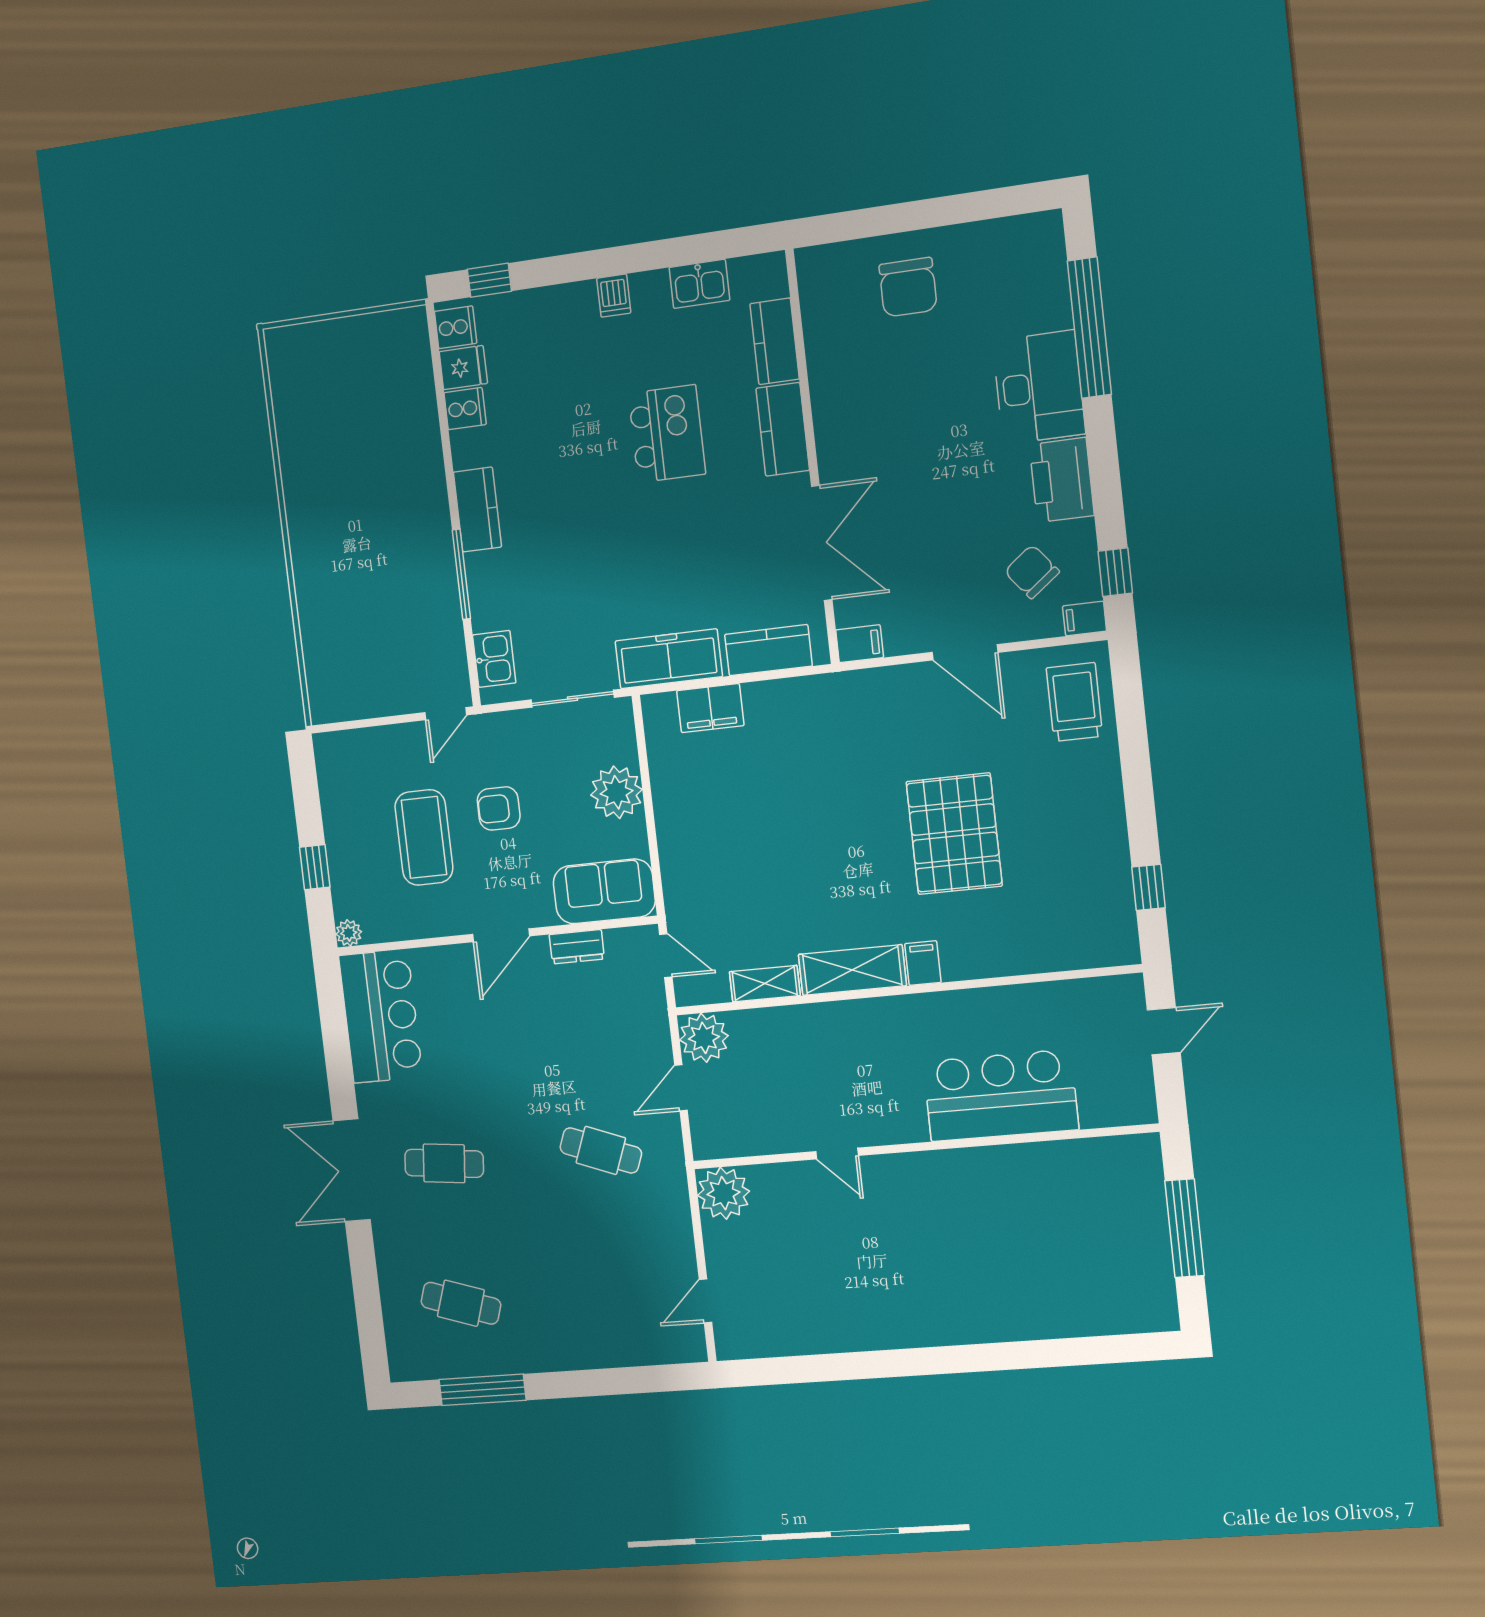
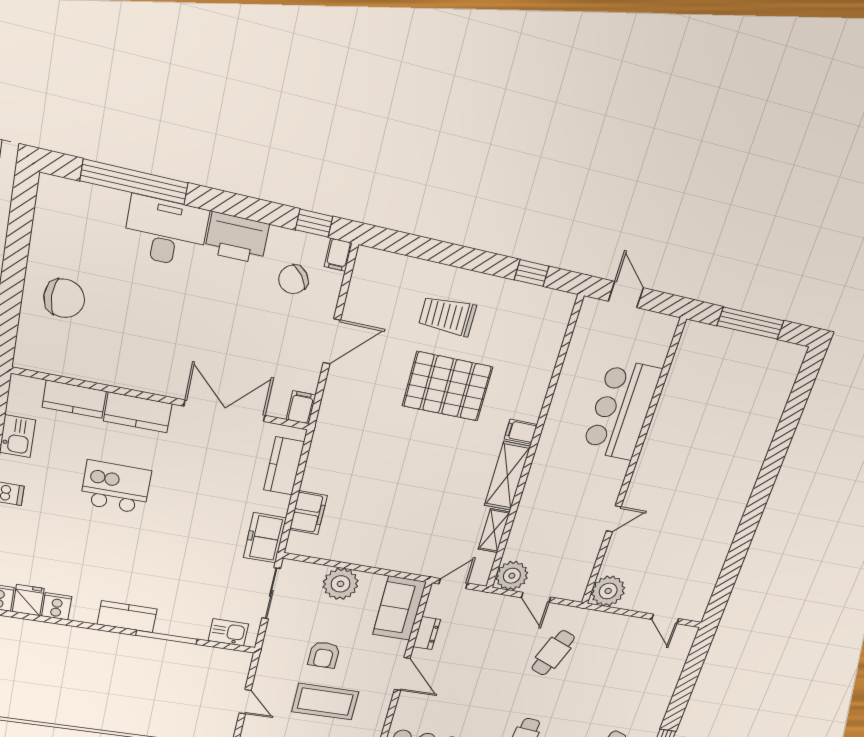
freezer: (669, 659) -> (265, 538), width x0.71
trolley: (1074, 702) -> (447, 316), moved
door: (446, 714) -> (245, 702), moved

